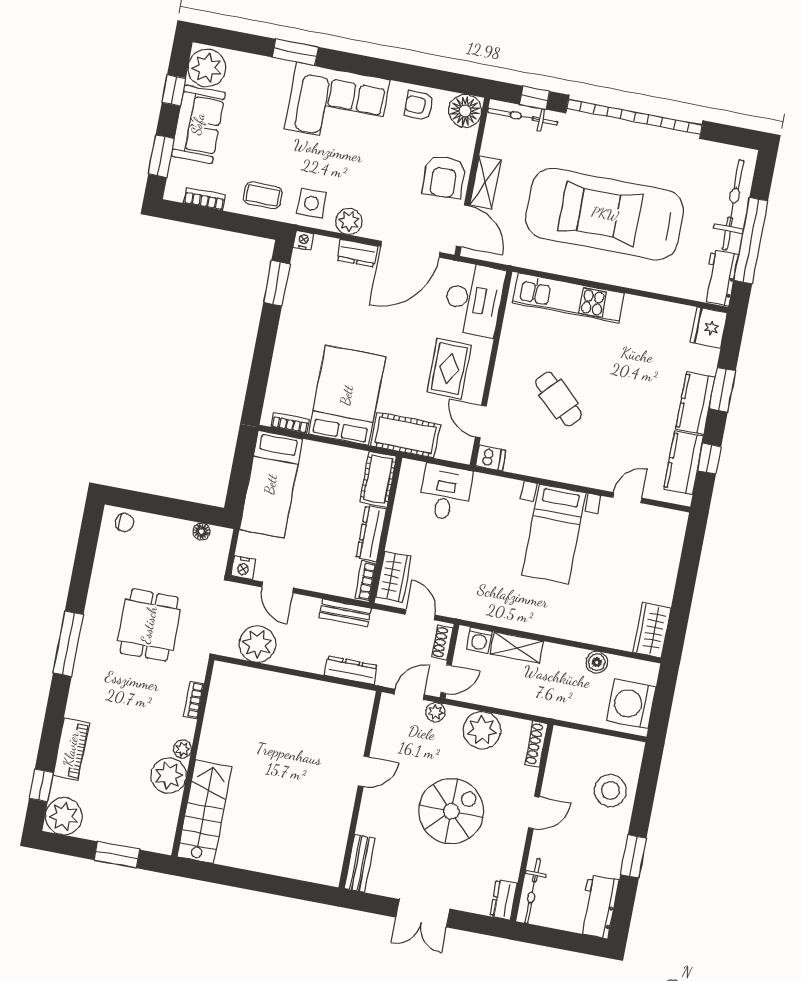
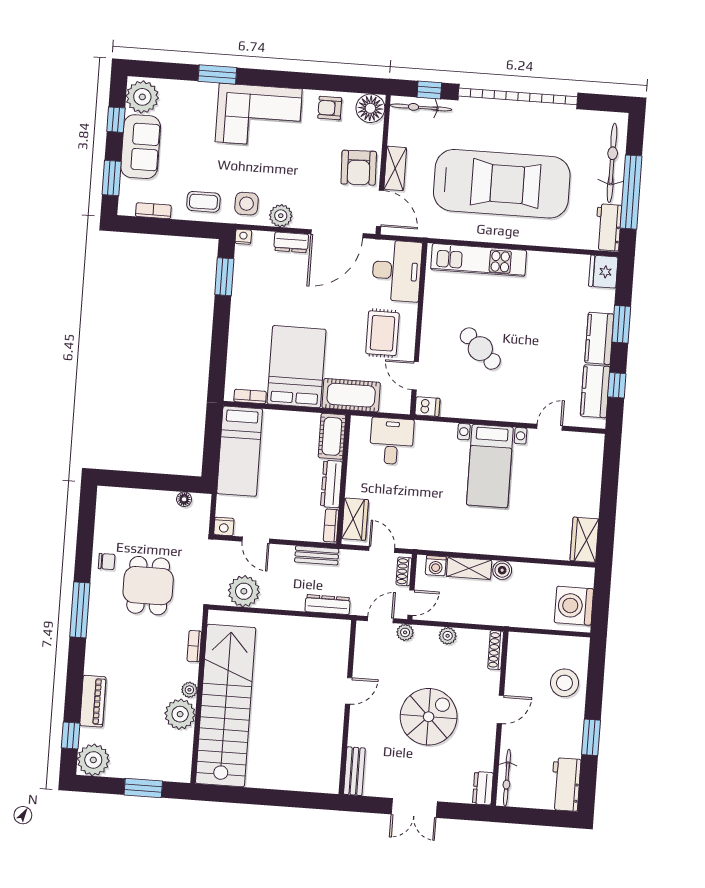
car: (605, 214) -> (502, 184), turned 180
chair: (125, 522) -> (107, 562), moved
boiler: (597, 662) -> (502, 570), moved
plant: (482, 730) -> (448, 636), width x0.53, depth x0.53
stairs: (204, 812) -> (226, 706), width x1.86, depth x1.51

